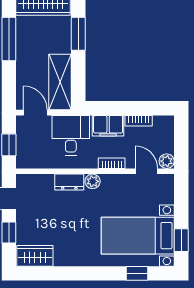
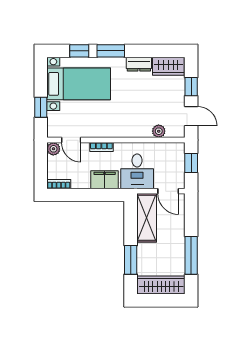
bookcase: (139, 121) -> (59, 184), moved
plant: (93, 181) -> (159, 131), moved
dresser: (69, 182) -> (139, 64), moved, turned 180
window: (181, 240) -> (41, 107), moved
window: (101, 273) -> (111, 51), added

